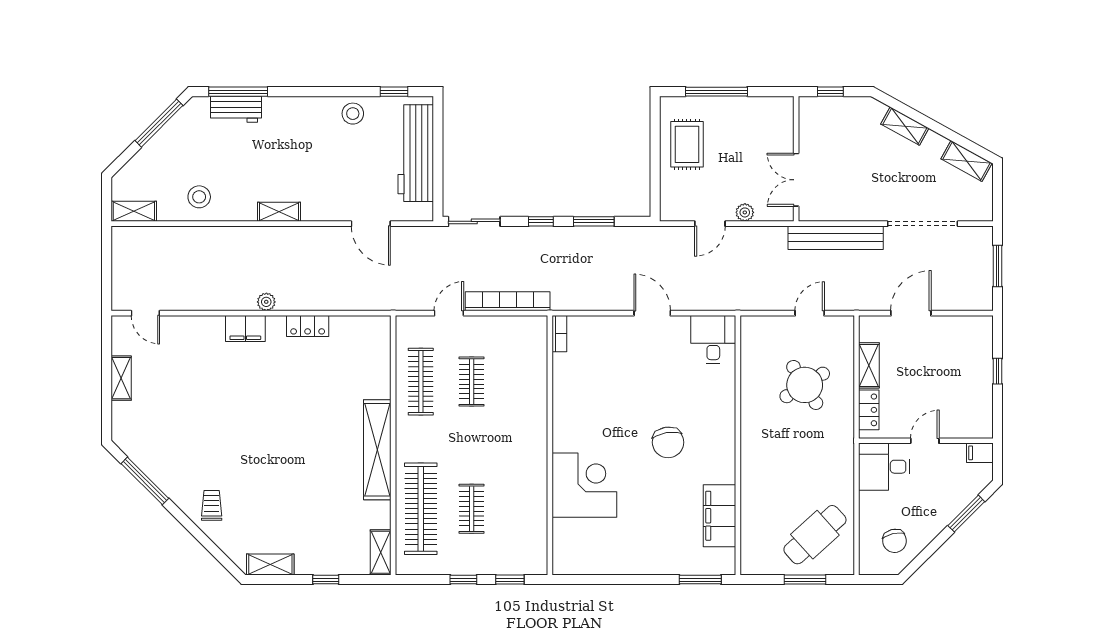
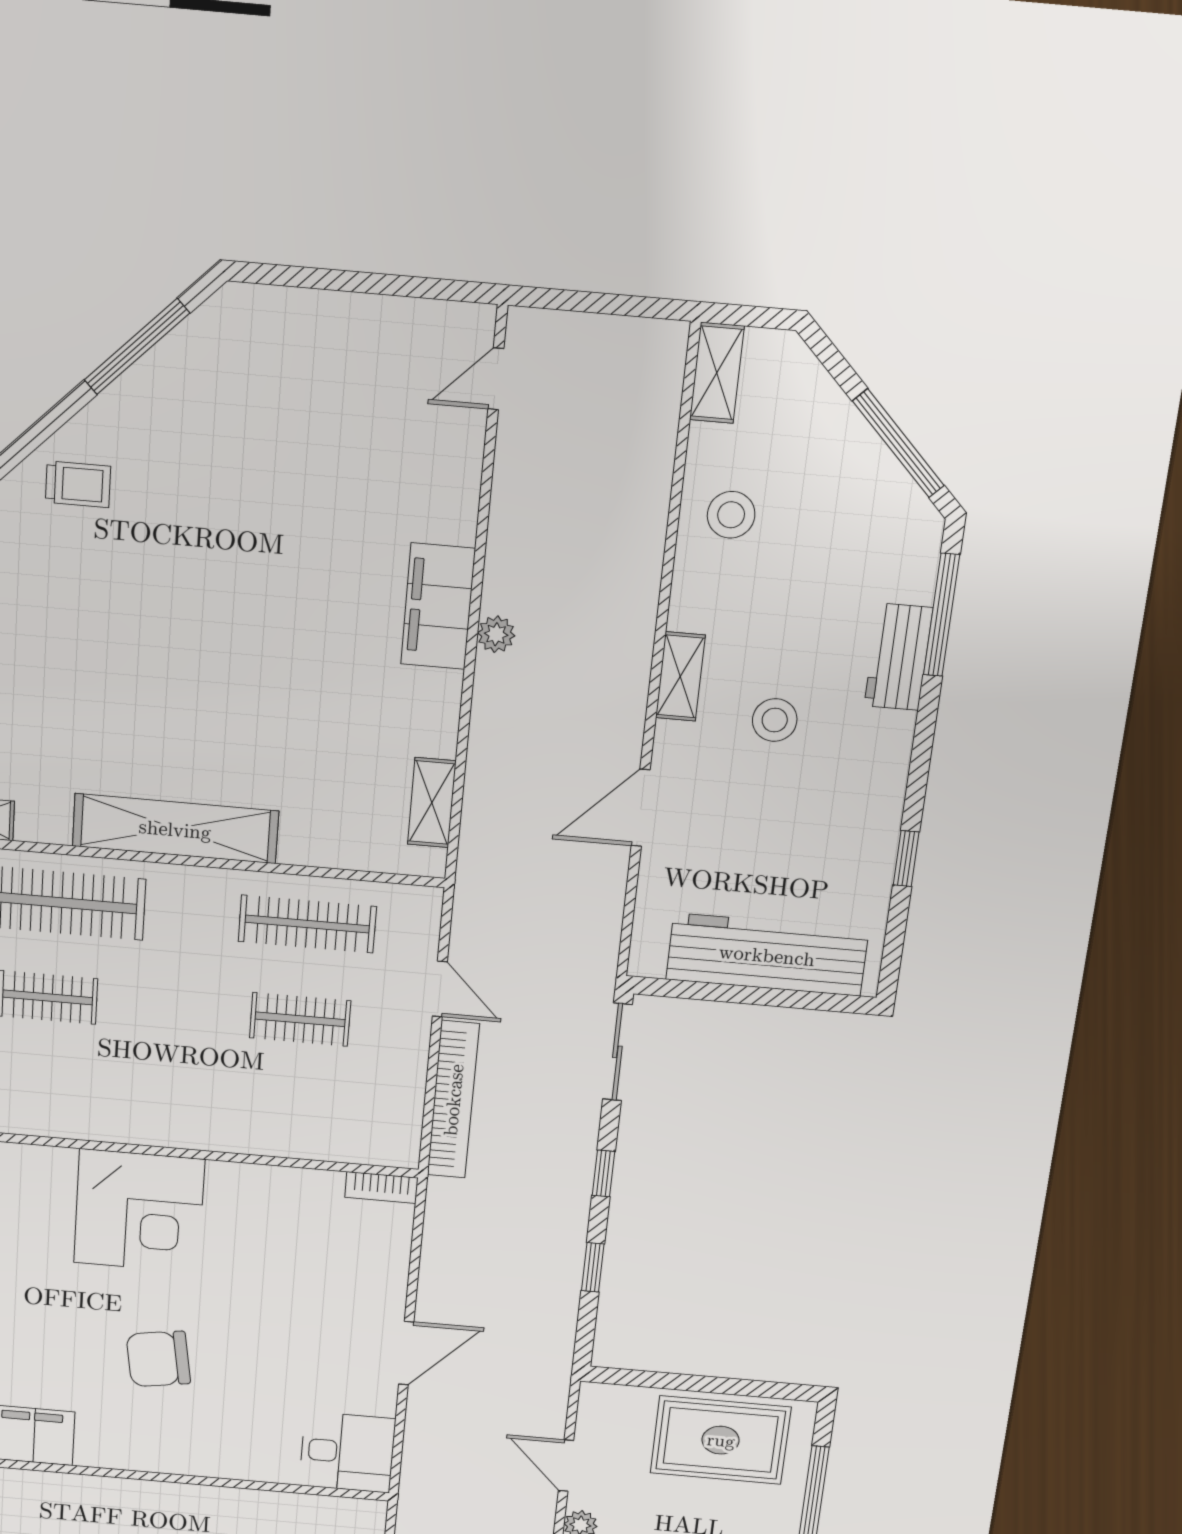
window: (394, 92) -> (906, 859), moved
workbench: (236, 109) -> (898, 657), moved
stool: (353, 114) -> (775, 720), moved
rug: (687, 144) -> (721, 1440), width x1.36, depth x1.43
window: (594, 221) -> (593, 1267), width x0.67
door: (371, 224) -> (641, 808), moved
locker: (308, 326) -> (438, 713), removed
filing cabinet: (245, 329) -> (438, 606), width x1.50, depth x1.17
shelving: (121, 378) -> (432, 803), moved, turned 90
corner desk: (584, 485) -> (139, 1211), moved

